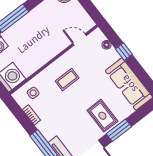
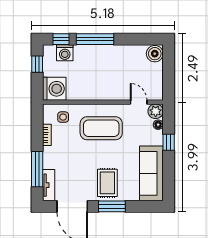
plant: (97, 36) -> (156, 111), added
coffee table: (67, 79) -> (101, 128), width x1.86, depth x1.72

